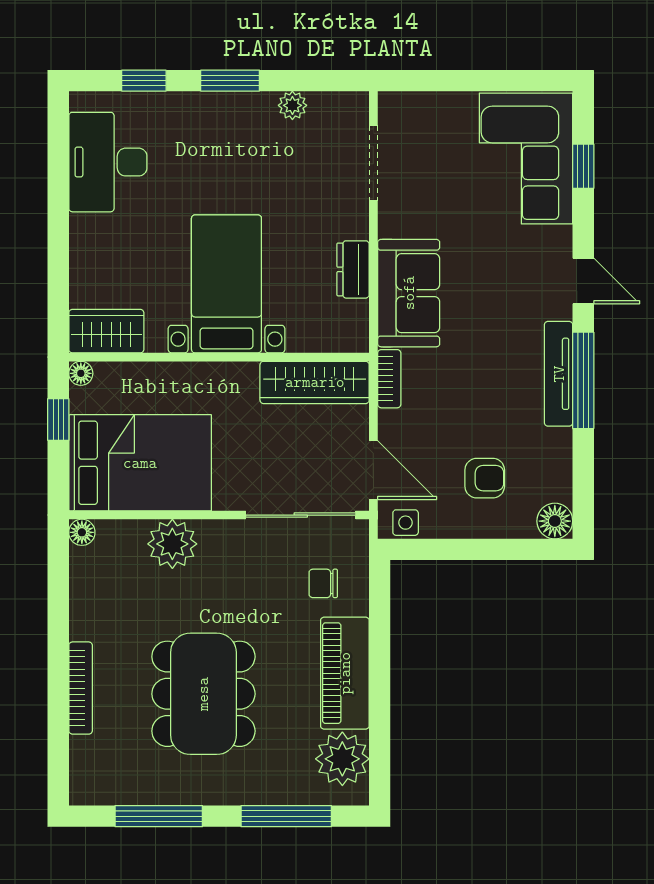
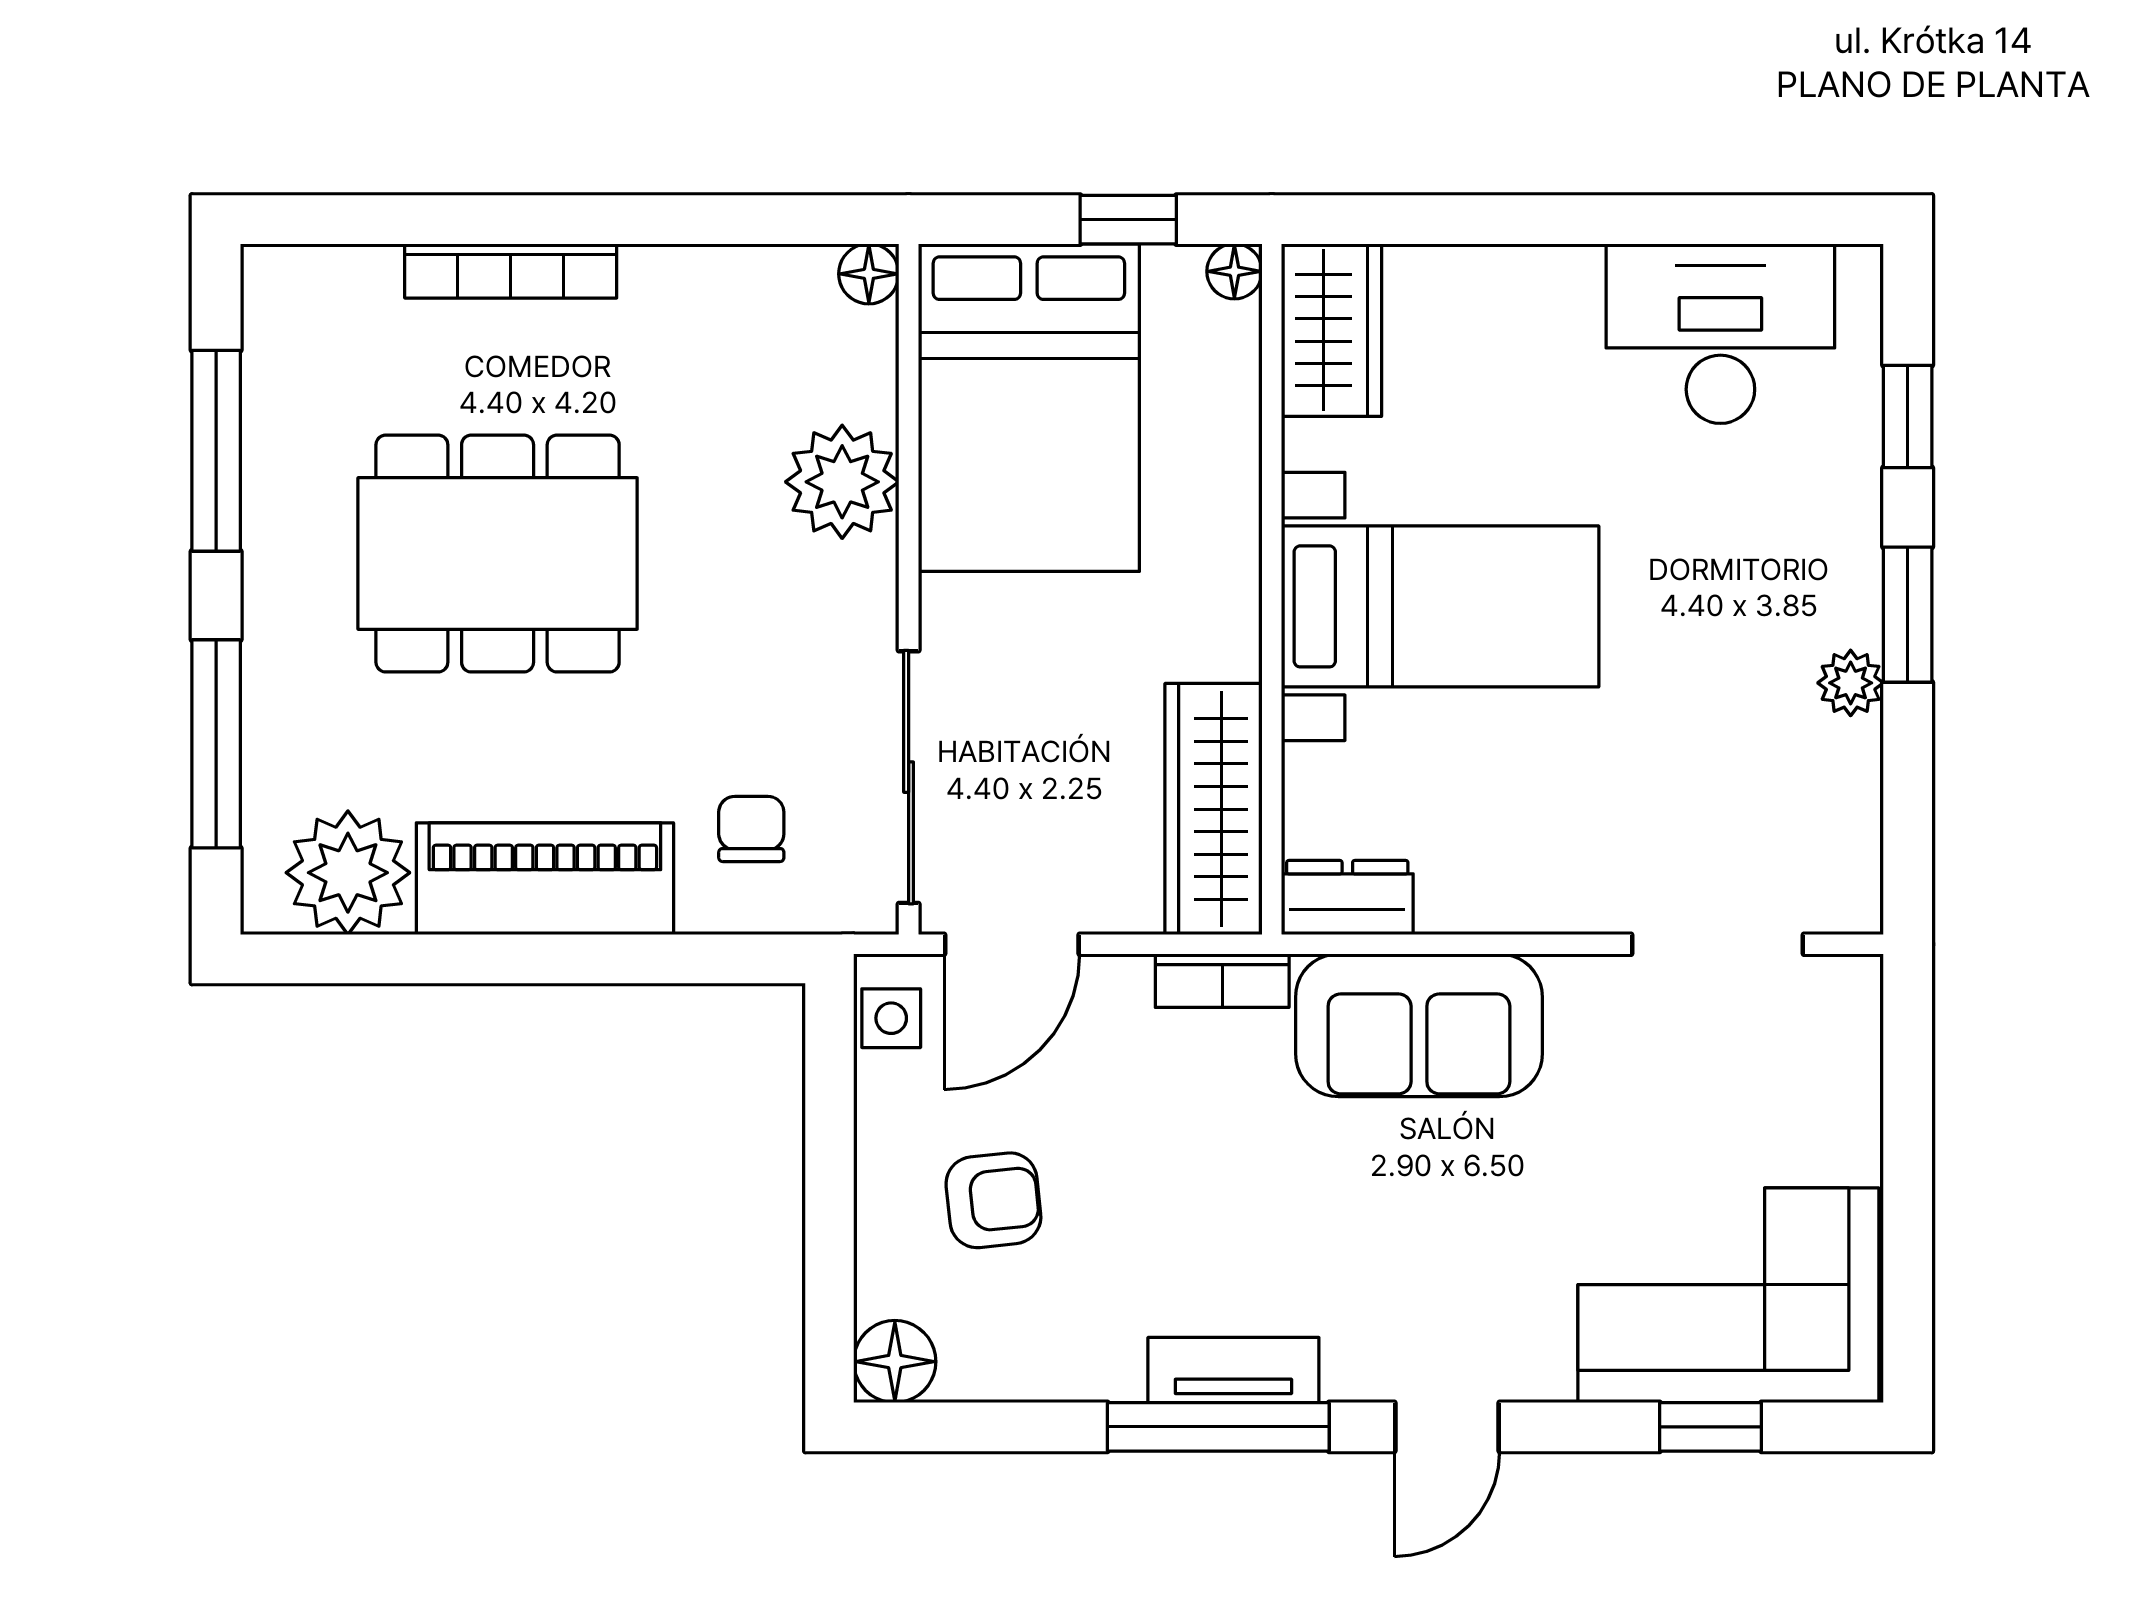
plant: (292, 105) -> (1851, 683), moved
dresser: (353, 269) -> (1347, 898), moved
tv unit: (559, 374) -> (1233, 1370), width x0.71
armchair: (485, 478) -> (993, 1200), turned -96

